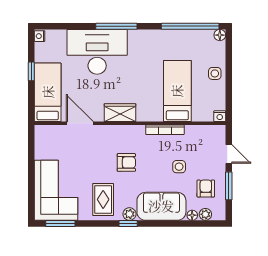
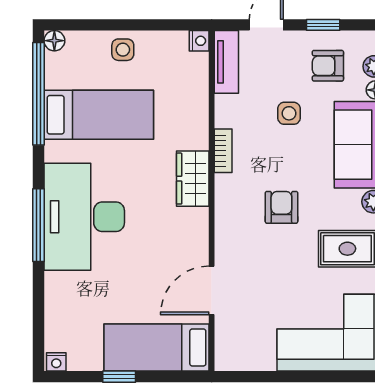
desk: (97, 52) -> (84, 217), moved
bed: (177, 91) -> (99, 115), moved, turned 180
wardrobe: (120, 113) -> (193, 179), moved
bookcase: (165, 130) -> (223, 151), width x0.64
tv unit: (208, 132) -> (226, 62), added
window: (229, 186) -> (323, 25), width x0.67

